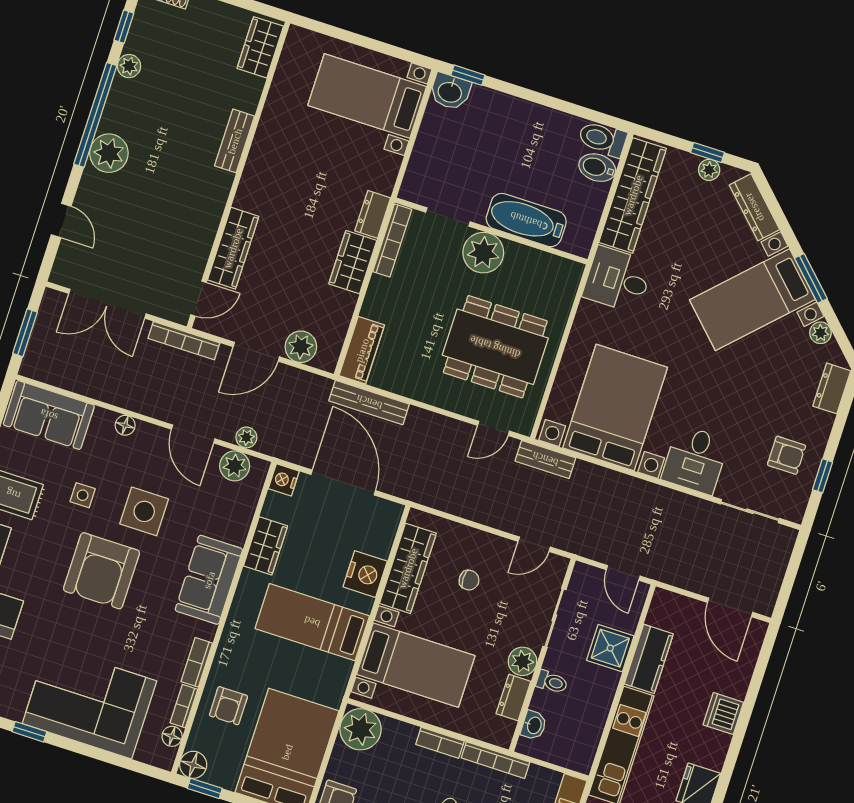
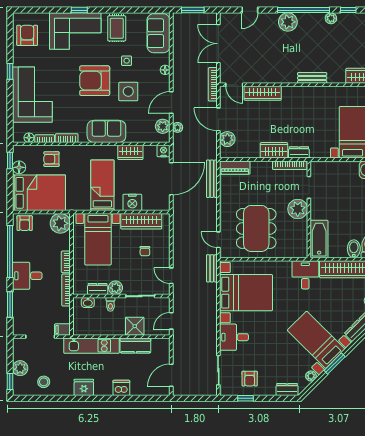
bathtub: (526, 220) -> (319, 239), moved
floor lamp: (193, 765) -> (19, 167), moved

